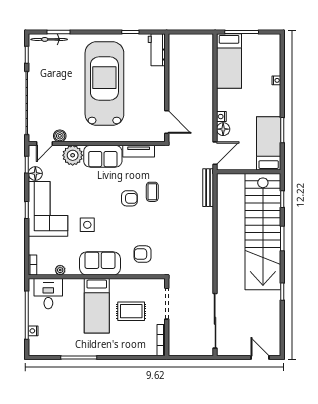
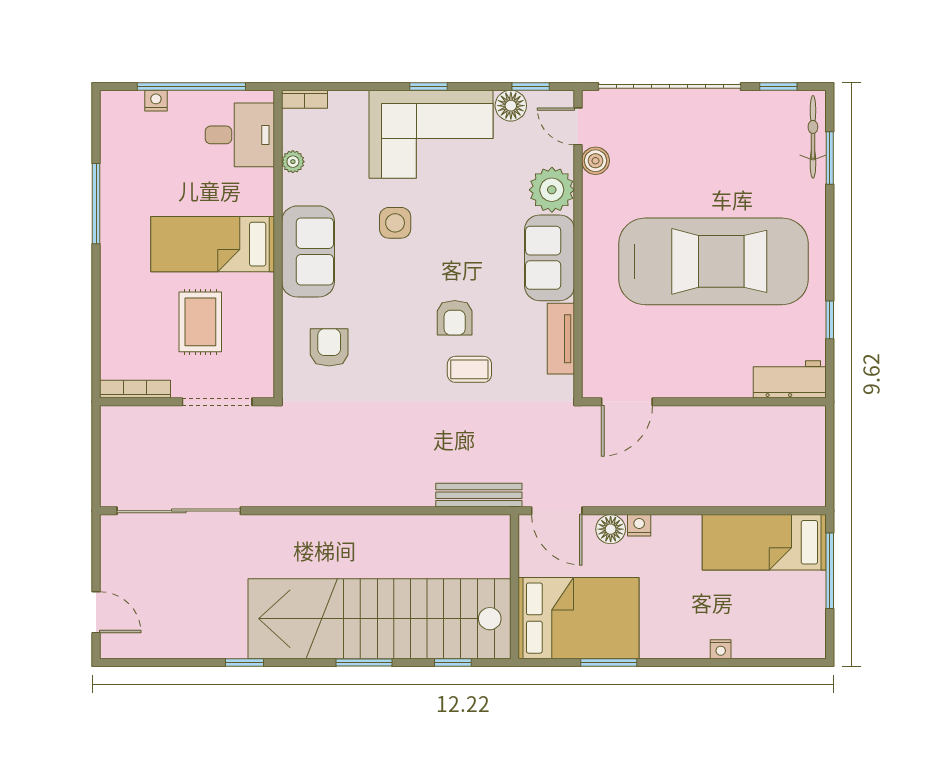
bed: (269, 143) -> (578, 618), width x1.50
door: (260, 357) -> (96, 612), hinge flipped

